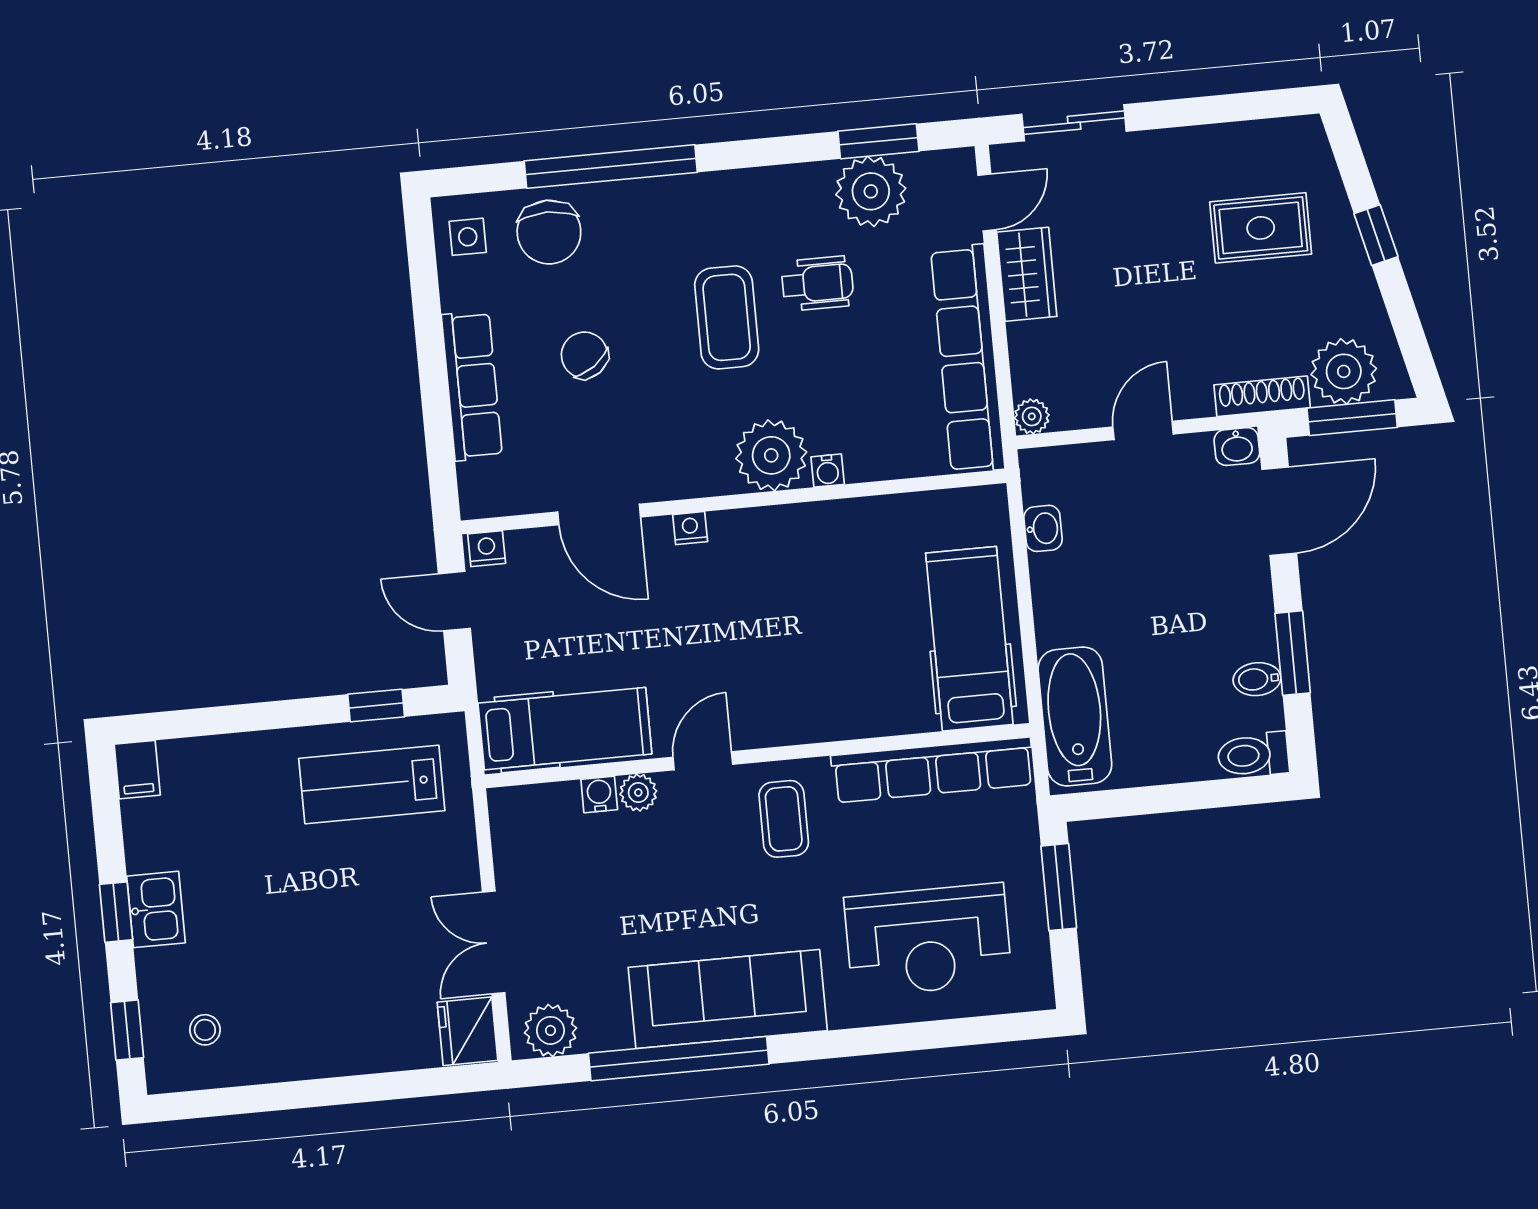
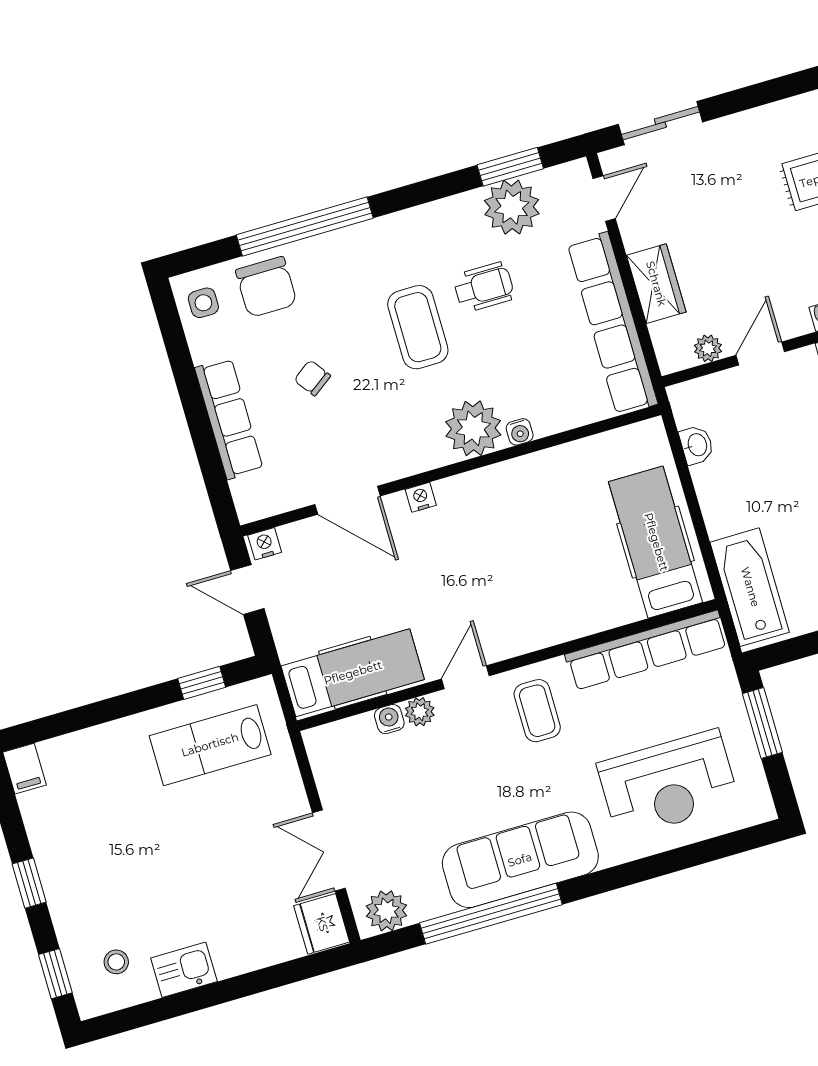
wardrobe: (1027, 274) -> (656, 284), moved
chair: (585, 355) -> (312, 378), width x0.73, depth x0.73
plant: (1032, 416) -> (708, 348), moved
kitchen sink: (156, 909) -> (184, 970), moved, turned -90

